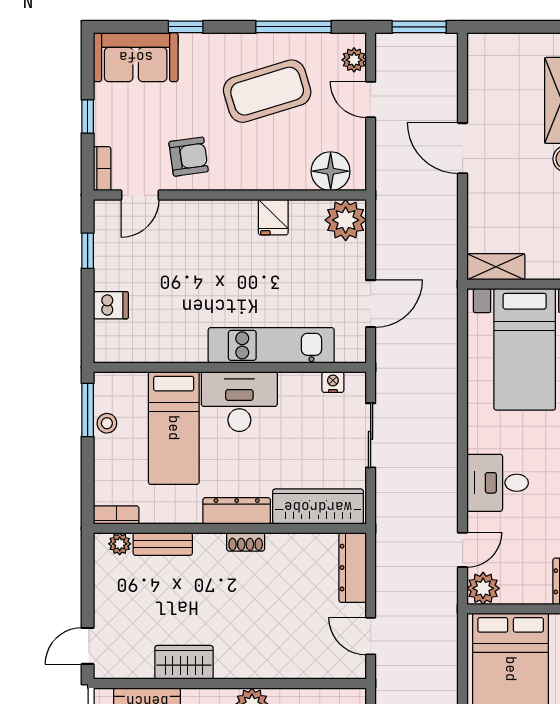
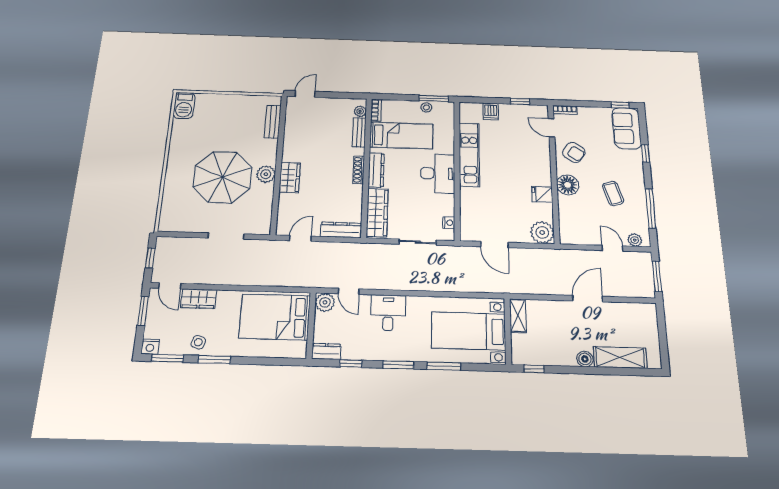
coffee table: (267, 91) -> (613, 193), width x0.54, depth x0.58
door: (371, 100) -> (612, 248), hinge flipped
window: (88, 116) -> (620, 105), moved
armchair: (189, 157) -> (574, 152), turned -48
floor lamp: (331, 171) -> (568, 185), moved
kitchen unit: (271, 345) -> (469, 155), moved
bed: (174, 428) -> (401, 136), moved, turned 180
shoe rack: (246, 542) -> (359, 170), width x1.43
door: (88, 646) -> (305, 94), hinge flipped
wardrobe: (184, 662) -> (290, 177), moved

